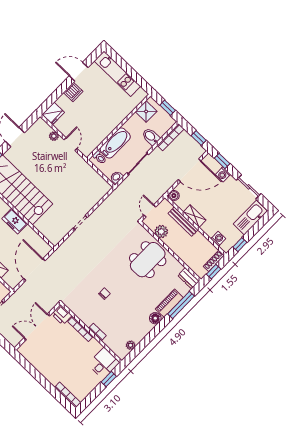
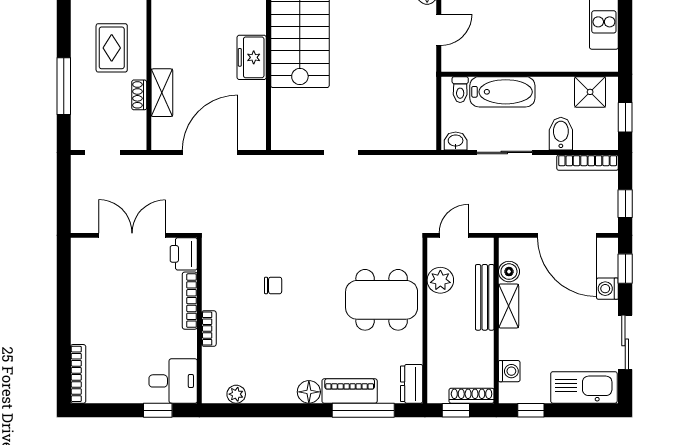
boiler: (174, 196) -> (509, 272), moved

